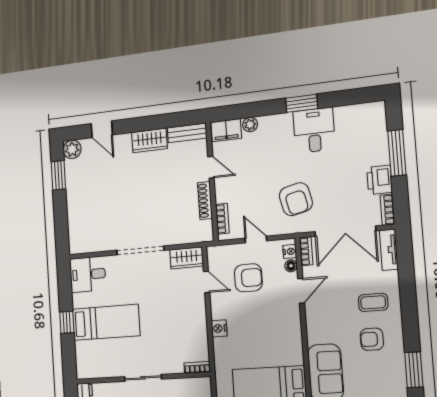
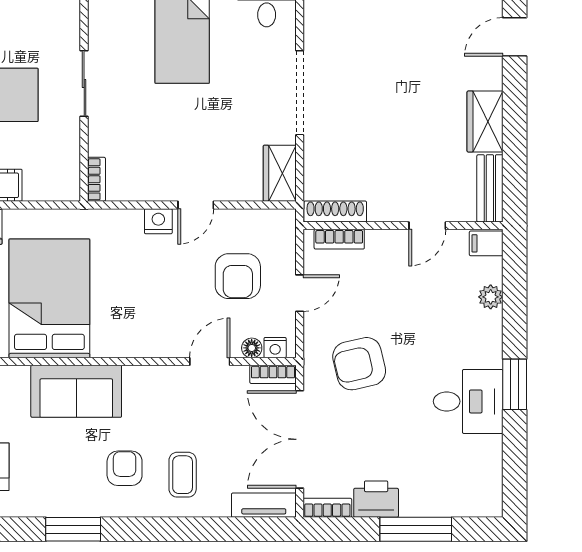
filing cabinet: (226, 130) -> (486, 243), width x0.50
shoe rack: (205, 201) -> (335, 212), moved
door: (207, 282) -> (196, 205), moved
door: (301, 291) -> (210, 362), swing flipped

